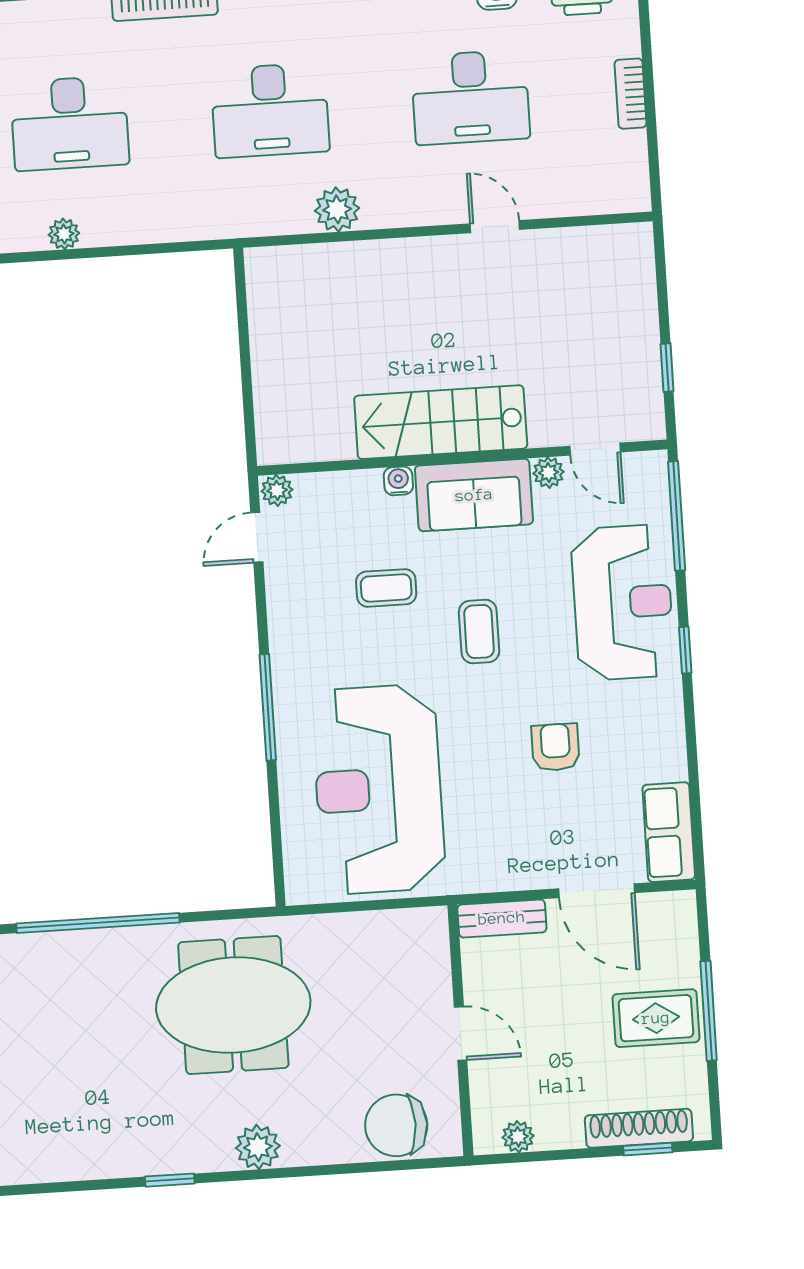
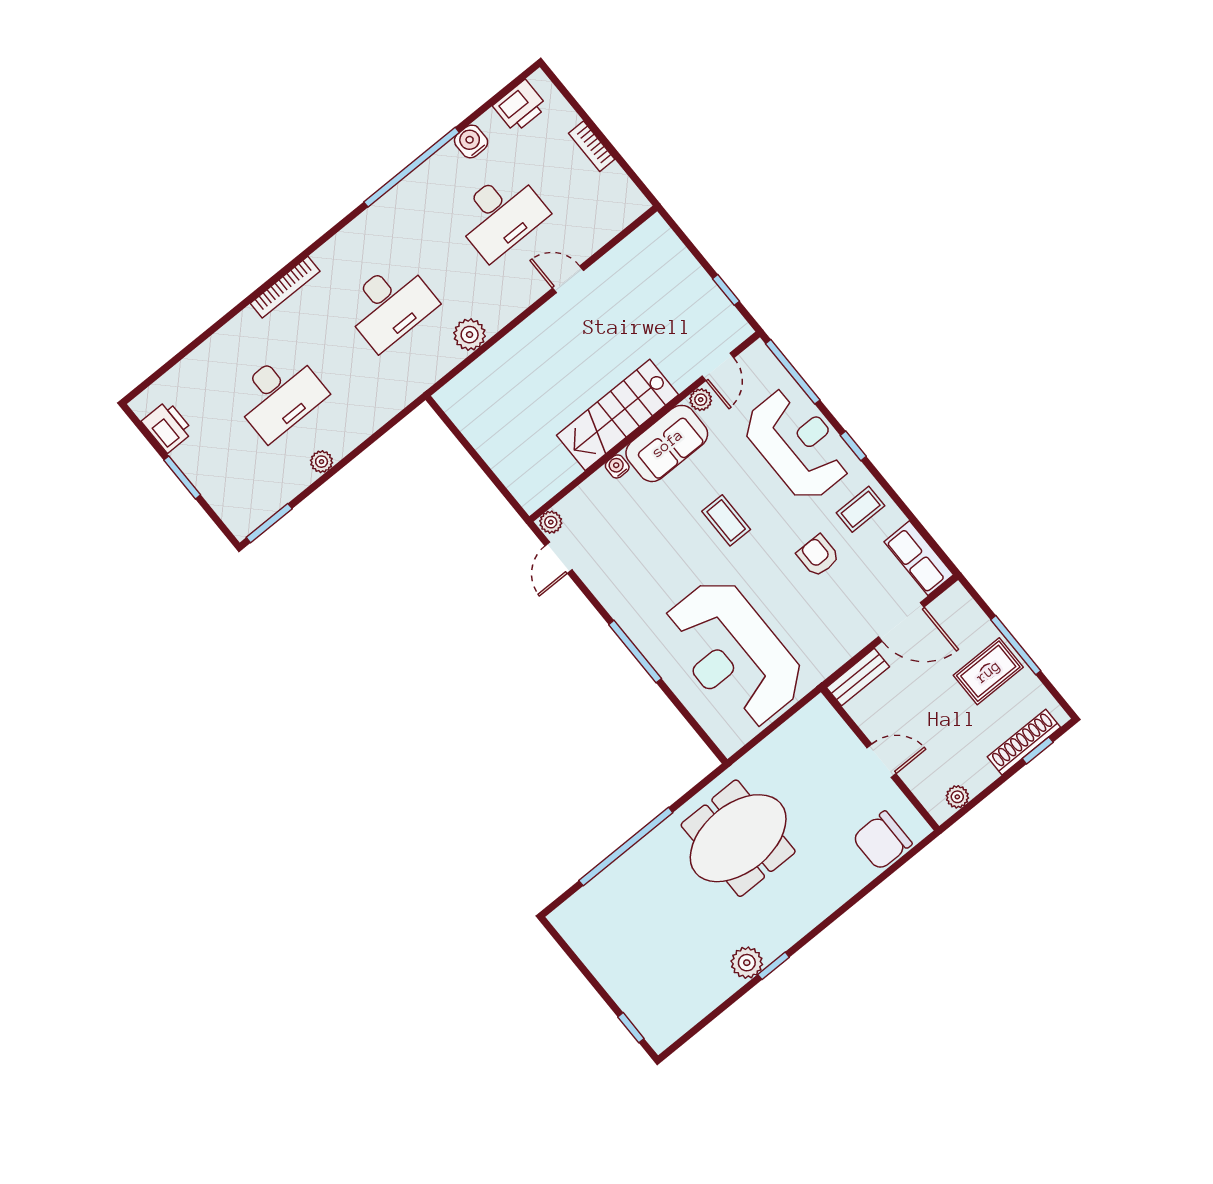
door: (595, 449) -> (718, 367), hinge flipped
coffee table: (386, 588) -> (861, 509), moved
plant: (258, 1147) -> (747, 963), moved

